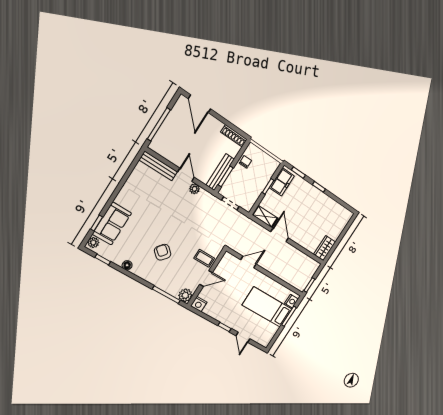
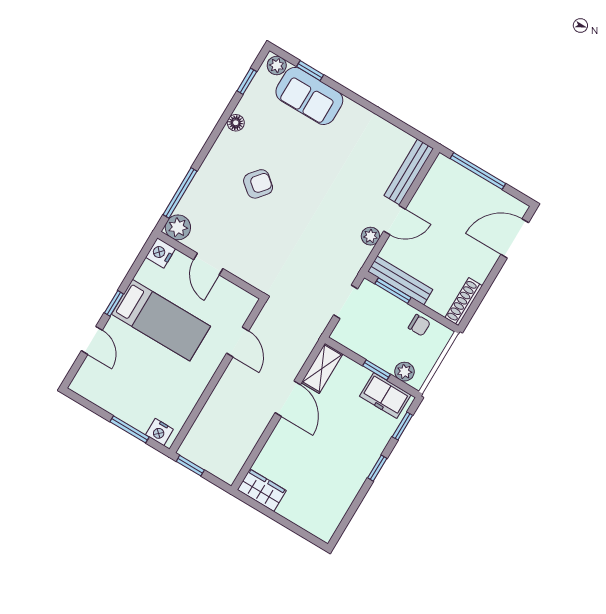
plant: (270, 171) -> (404, 372), added
door: (280, 235) -> (288, 399), hinge flipped
coffee table: (204, 258) -> (246, 259), removed
bed: (267, 307) -> (161, 320), moved, turned 90
door: (243, 337) -> (92, 340), swing flipped

